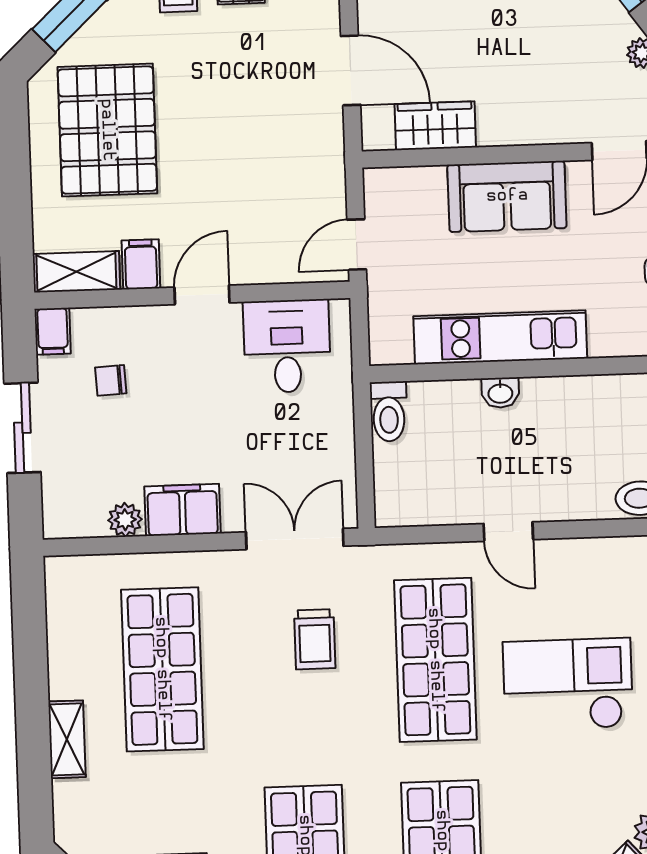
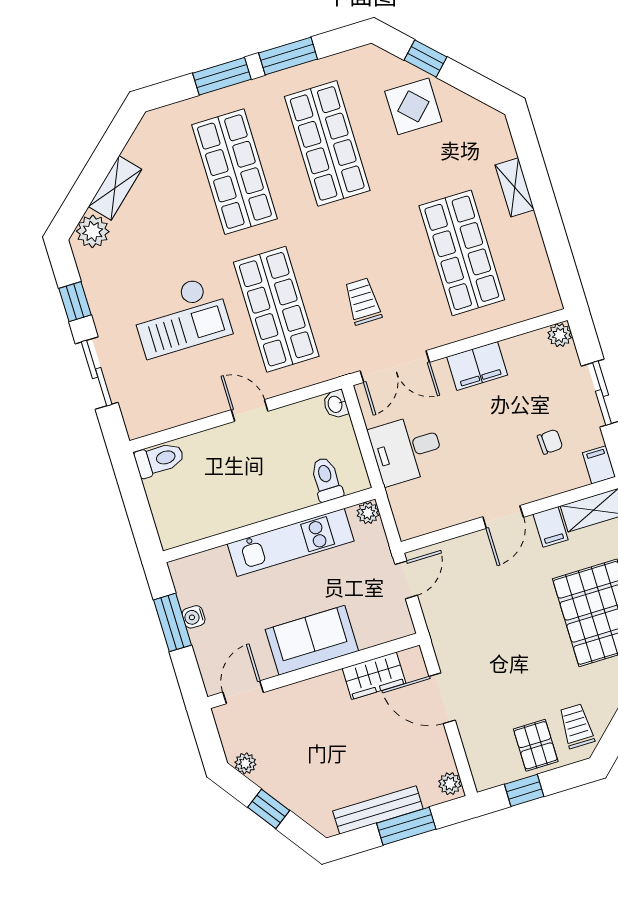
desk: (287, 346) -> (407, 449), moved, turned 90
plant: (384, 350) -> (368, 513), added
washbasin: (500, 393) -> (336, 404), moved, turned -90
toilet: (389, 412) -> (326, 479), moved
plant: (125, 520) -> (560, 335), moved

